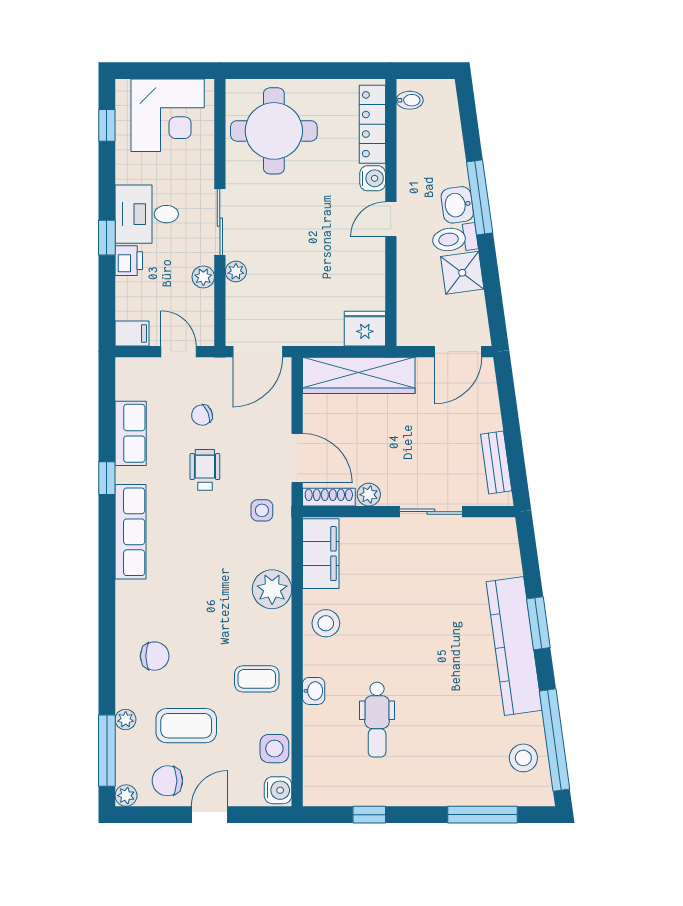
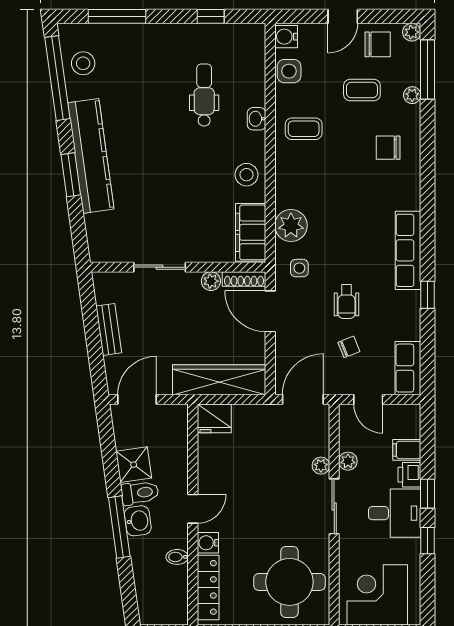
bidet: (410, 100) -> (177, 557), moved
window: (107, 125) -> (428, 541), moved
filing cabinet: (132, 333) -> (407, 450), moved
row of seats: (131, 433) -> (408, 368), moved
bench: (496, 462) -> (109, 329), moved
plant: (272, 589) -> (291, 225), moved
coffee table: (186, 726) -> (362, 90), width x0.73, depth x0.77

